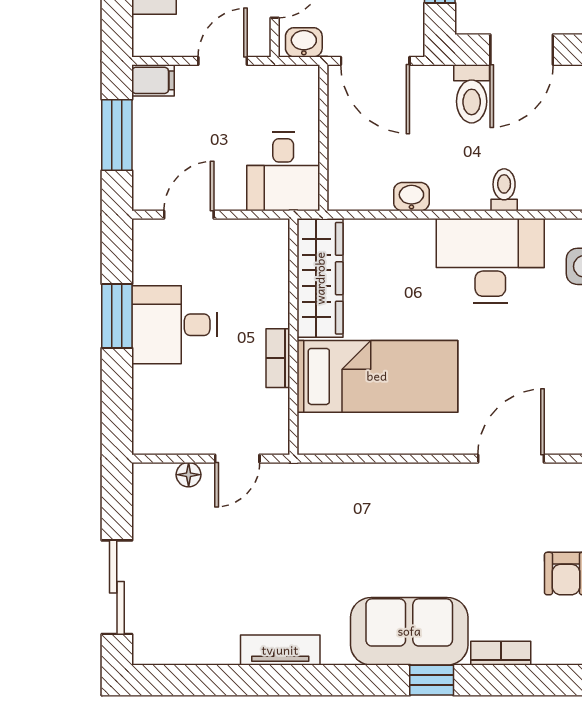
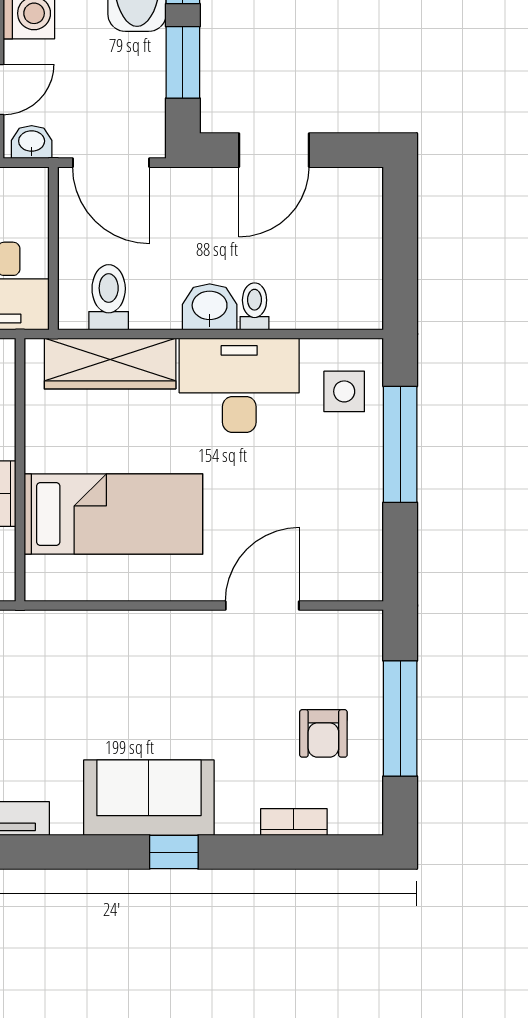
toilet: (472, 94) -> (109, 297), moved, turned 180
washbasin: (411, 197) -> (210, 307), moved, width x1.38, depth x1.45
wardrobe: (320, 278) -> (110, 364), moved, turned 90
bookcase: (501, 653) -> (294, 822), moved

